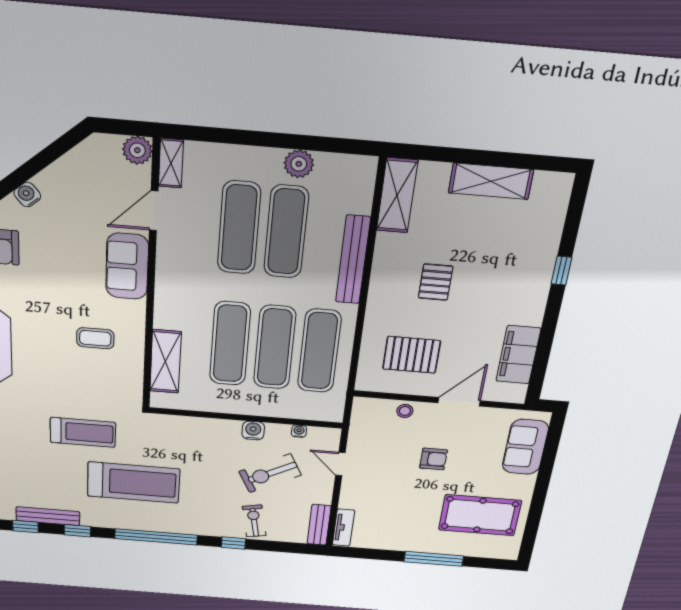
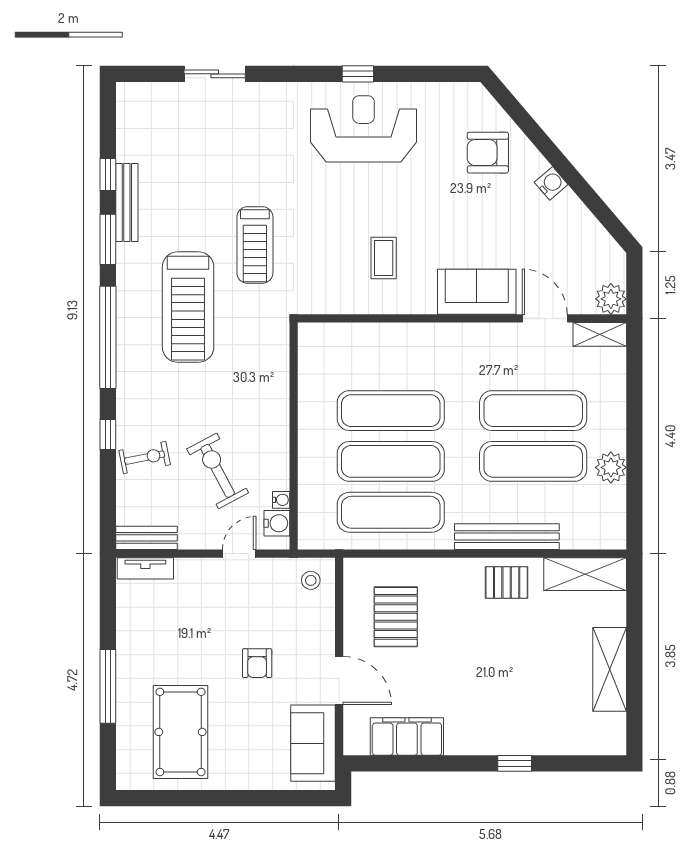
pallet: (436, 282) -> (507, 583), moved
shelving: (165, 362) -> (361, 339), removed
stool: (405, 411) -> (311, 580), moved
water cooler: (253, 430) -> (277, 523), moved
sofa: (525, 447) -> (313, 743), moved, turned -90
window: (78, 531) -> (108, 239), width x1.50

